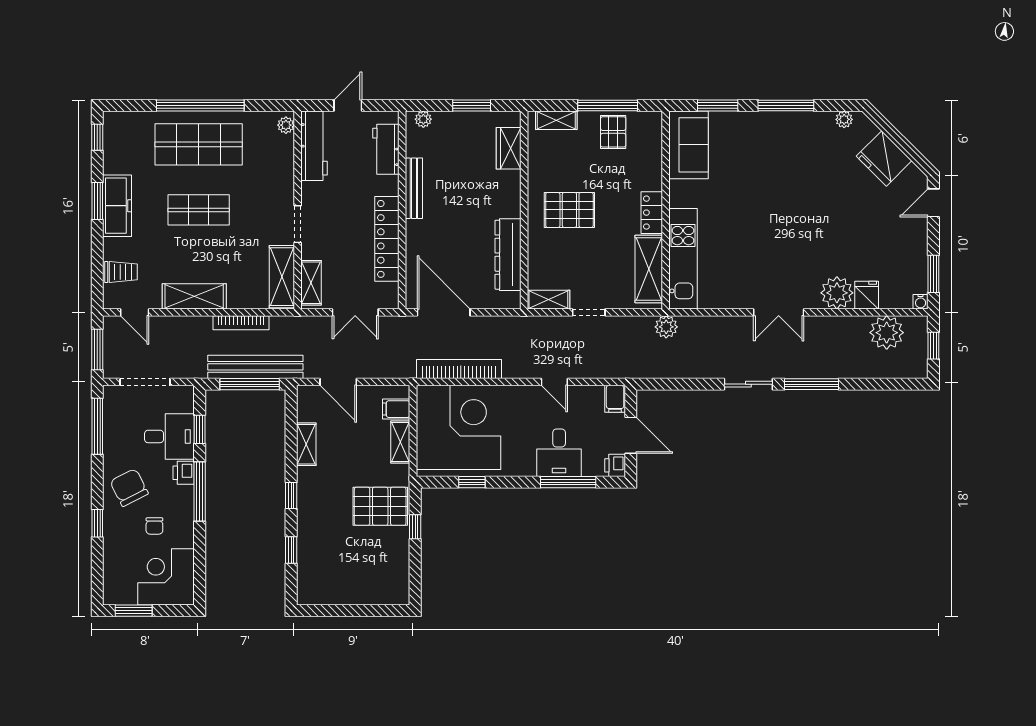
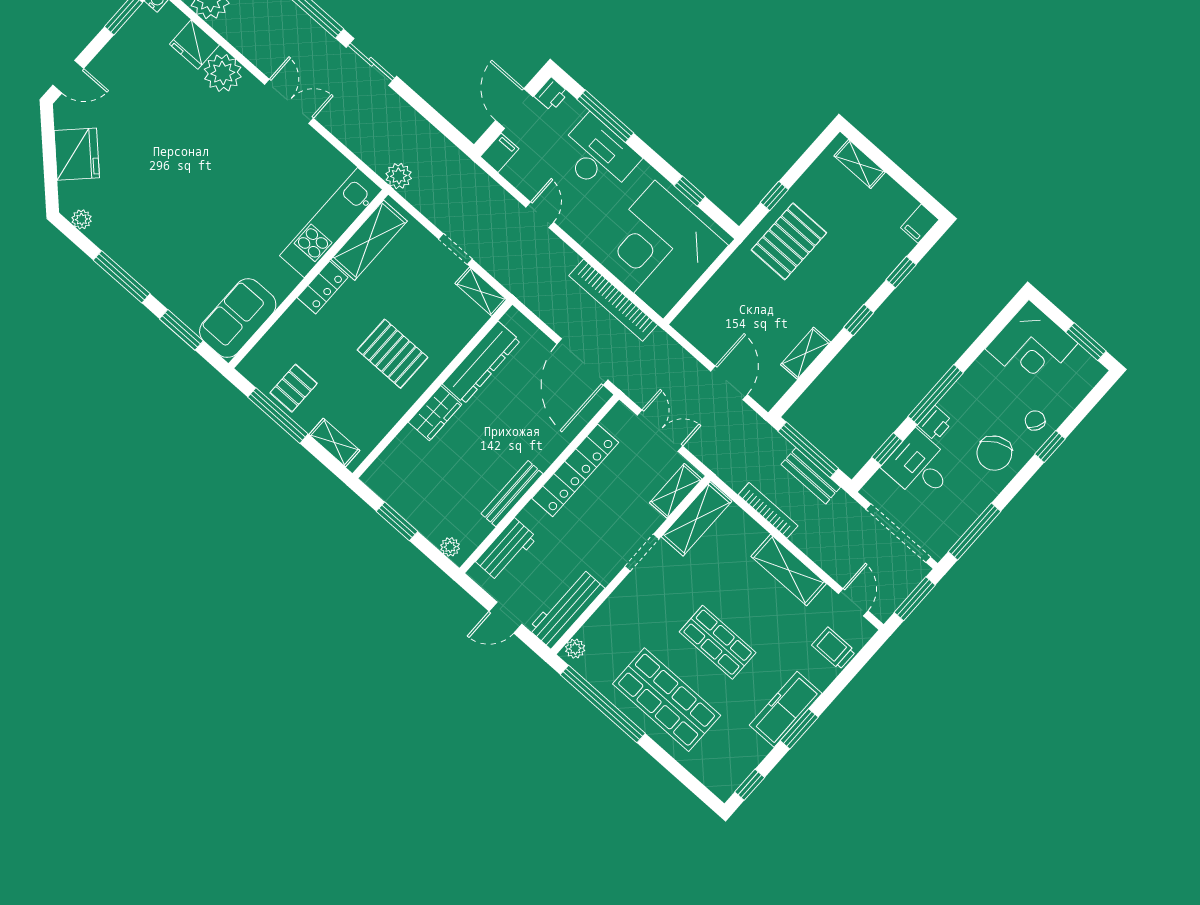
window: (200, 105) -> (603, 704), moved
wardrobe: (509, 148) -> (435, 413), moved
fridge: (867, 295) -> (194, 44), width x1.38
bench: (255, 367) -> (811, 476), width x0.54, depth x0.82
doorway: (145, 382) -> (898, 533), width x1.36
filing cabinet: (396, 409) -> (920, 224), moved, turned 90
shelving: (400, 442) -> (860, 164), moved, turned 90
desk: (559, 453) -> (598, 155), width x1.37
pallet: (380, 506) -> (789, 241), turned 90
chair: (154, 526) -> (1035, 420), moved, turned -61

